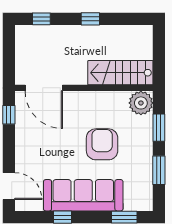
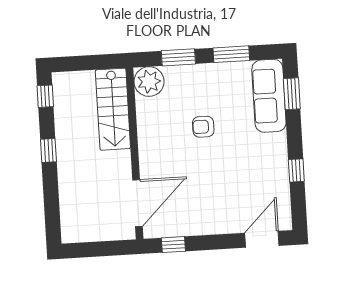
window: (41, 19) -> (45, 96), moved
armchair: (102, 144) -> (203, 127), width x0.53, depth x0.53
sofa: (83, 195) -> (269, 96), moved, width x0.74, depth x0.79

